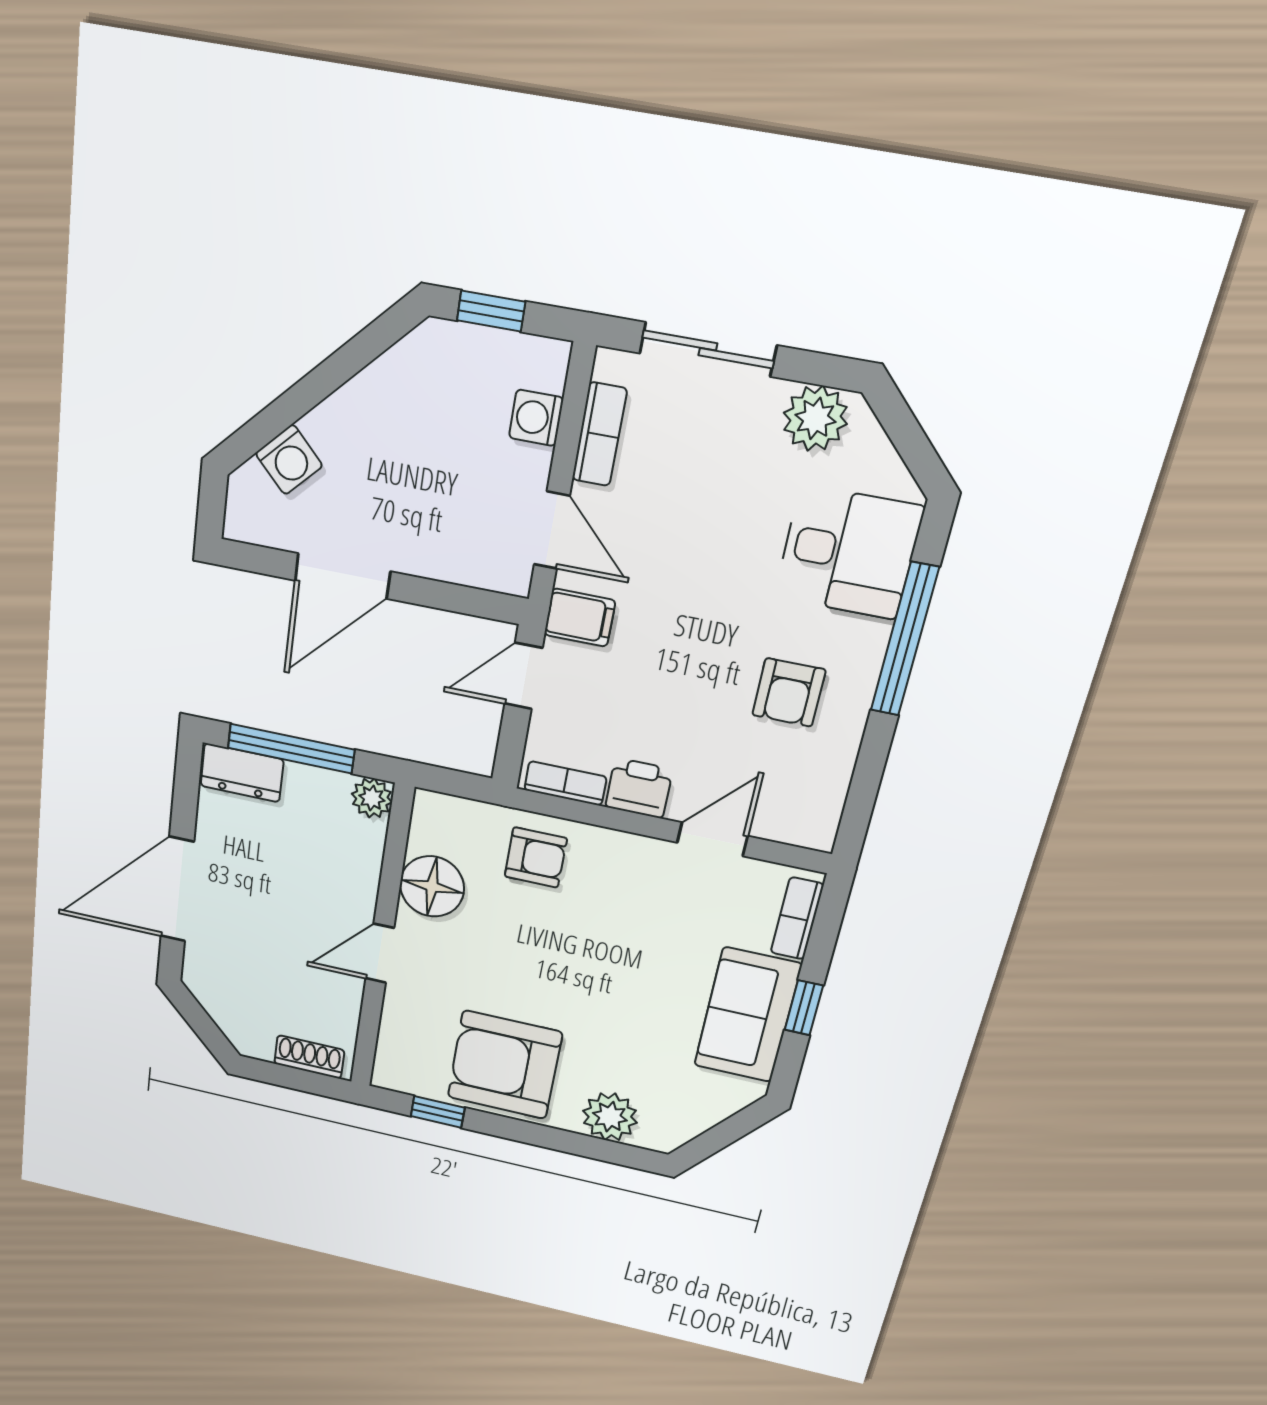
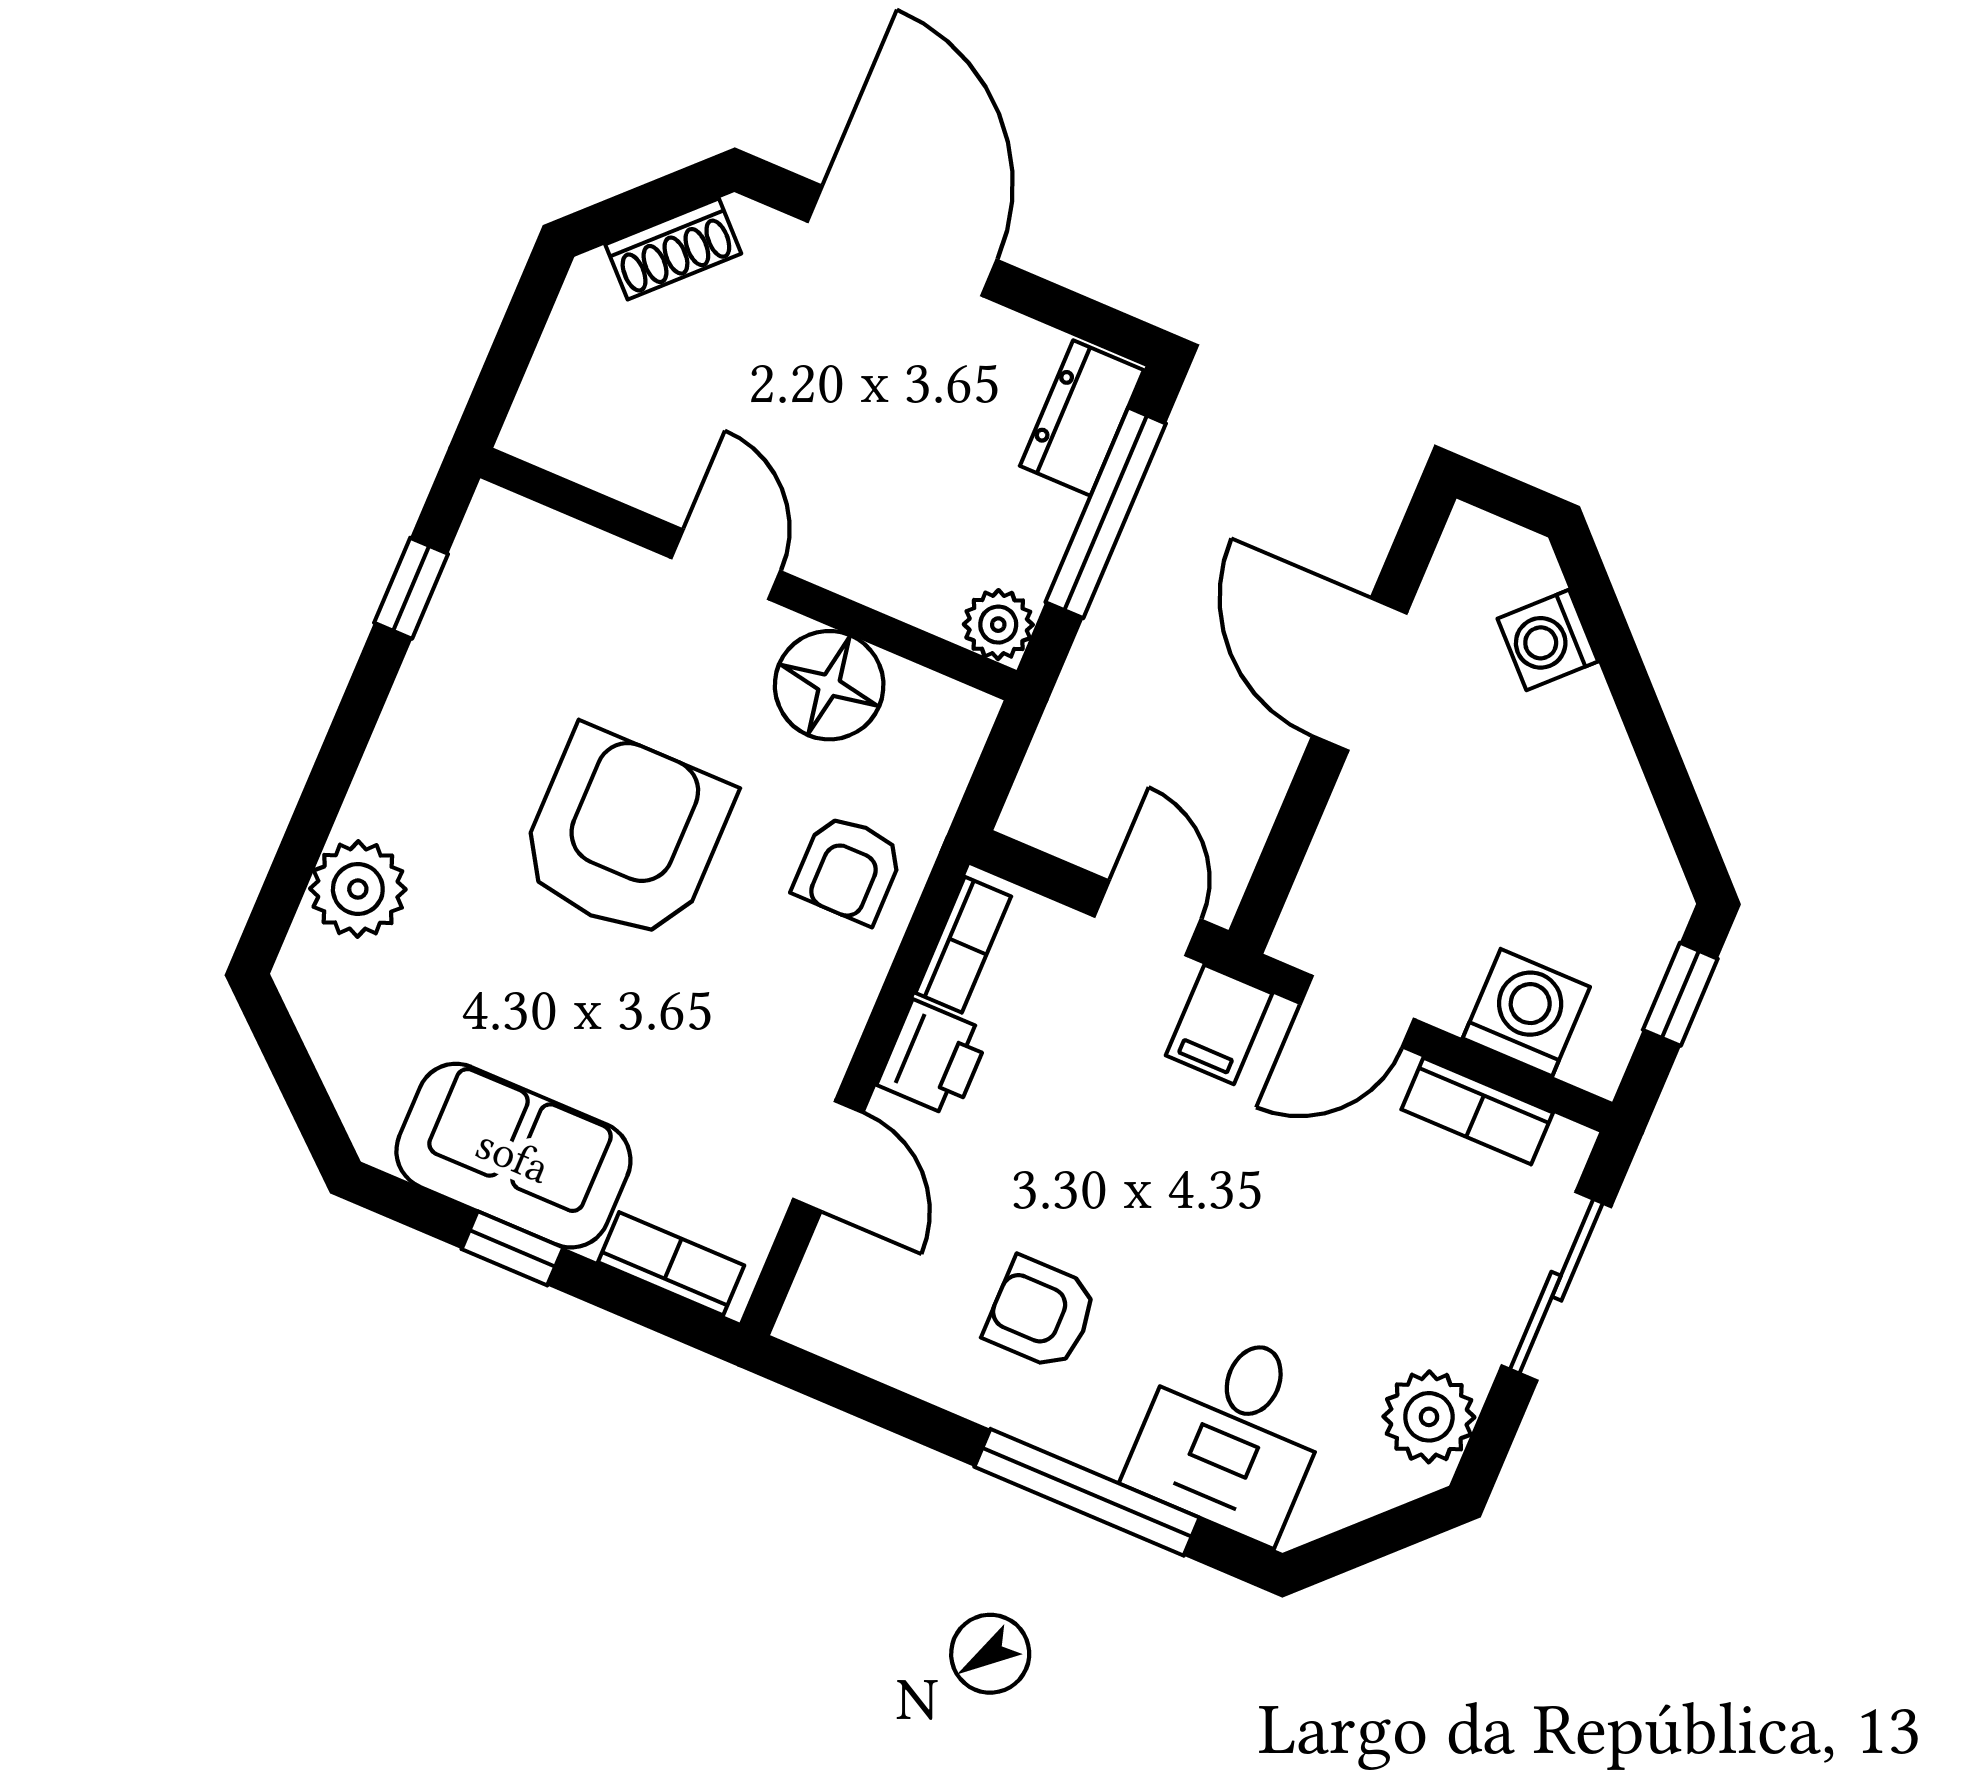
washing machine: (536, 418) -> (1526, 1013), width x1.38, depth x1.38
shoe rack: (309, 1057) -> (673, 249), moved, turned 45
armchair: (505, 1065) -> (625, 835), moved

